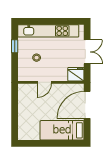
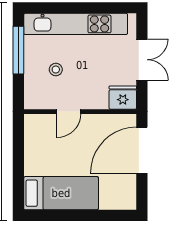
window: (15, 46) -> (18, 50), width x2.17
bed: (62, 130) -> (61, 193), moved, turned 180

